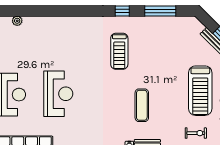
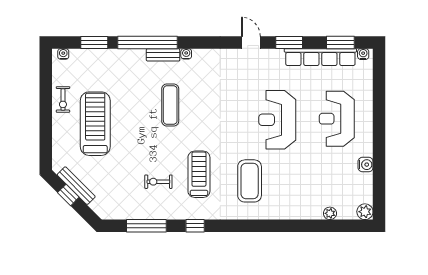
coffee table: (80, 46) -> (250, 181), added
exercise bike: (196, 133) -> (158, 182), moved

